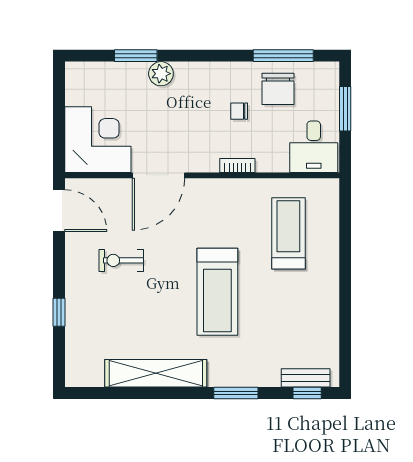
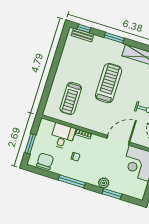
window: (283, 56) -> (72, 181), moved
chair: (278, 89) -> (45, 161), moved
desk: (314, 147) -> (63, 136), moved

